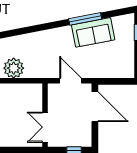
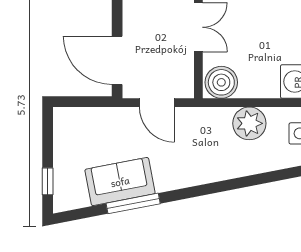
boiler: (31, 93) -> (221, 82), added

